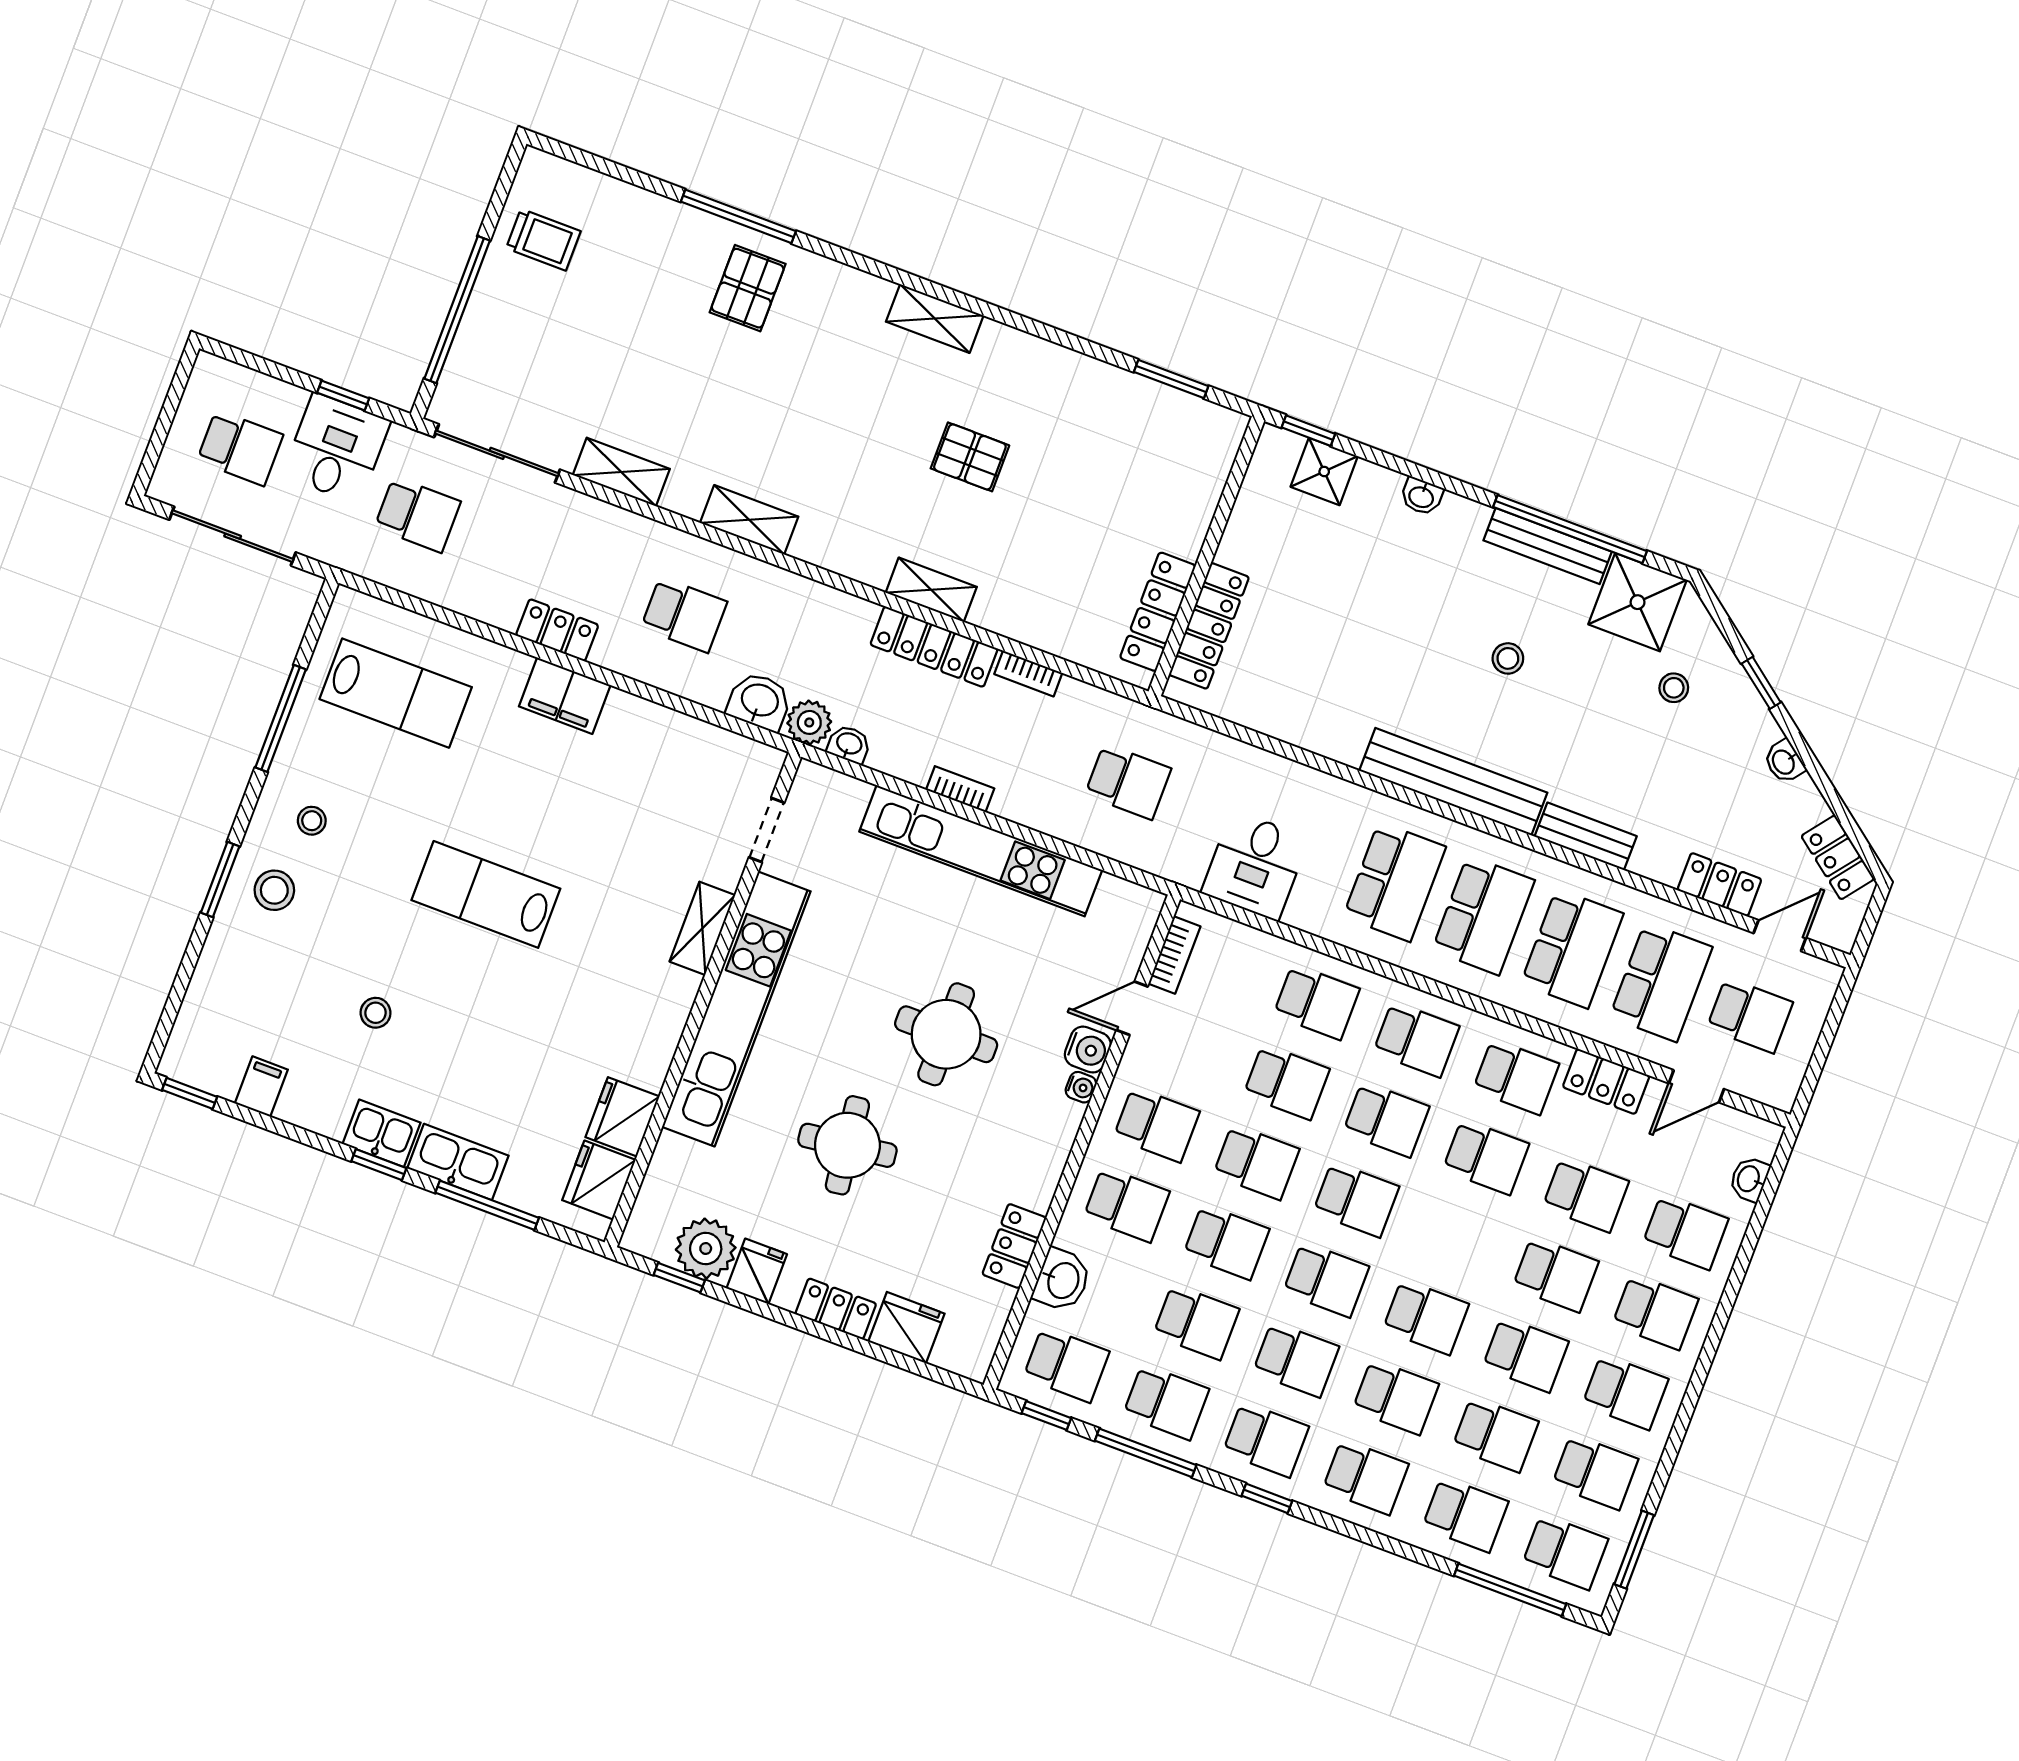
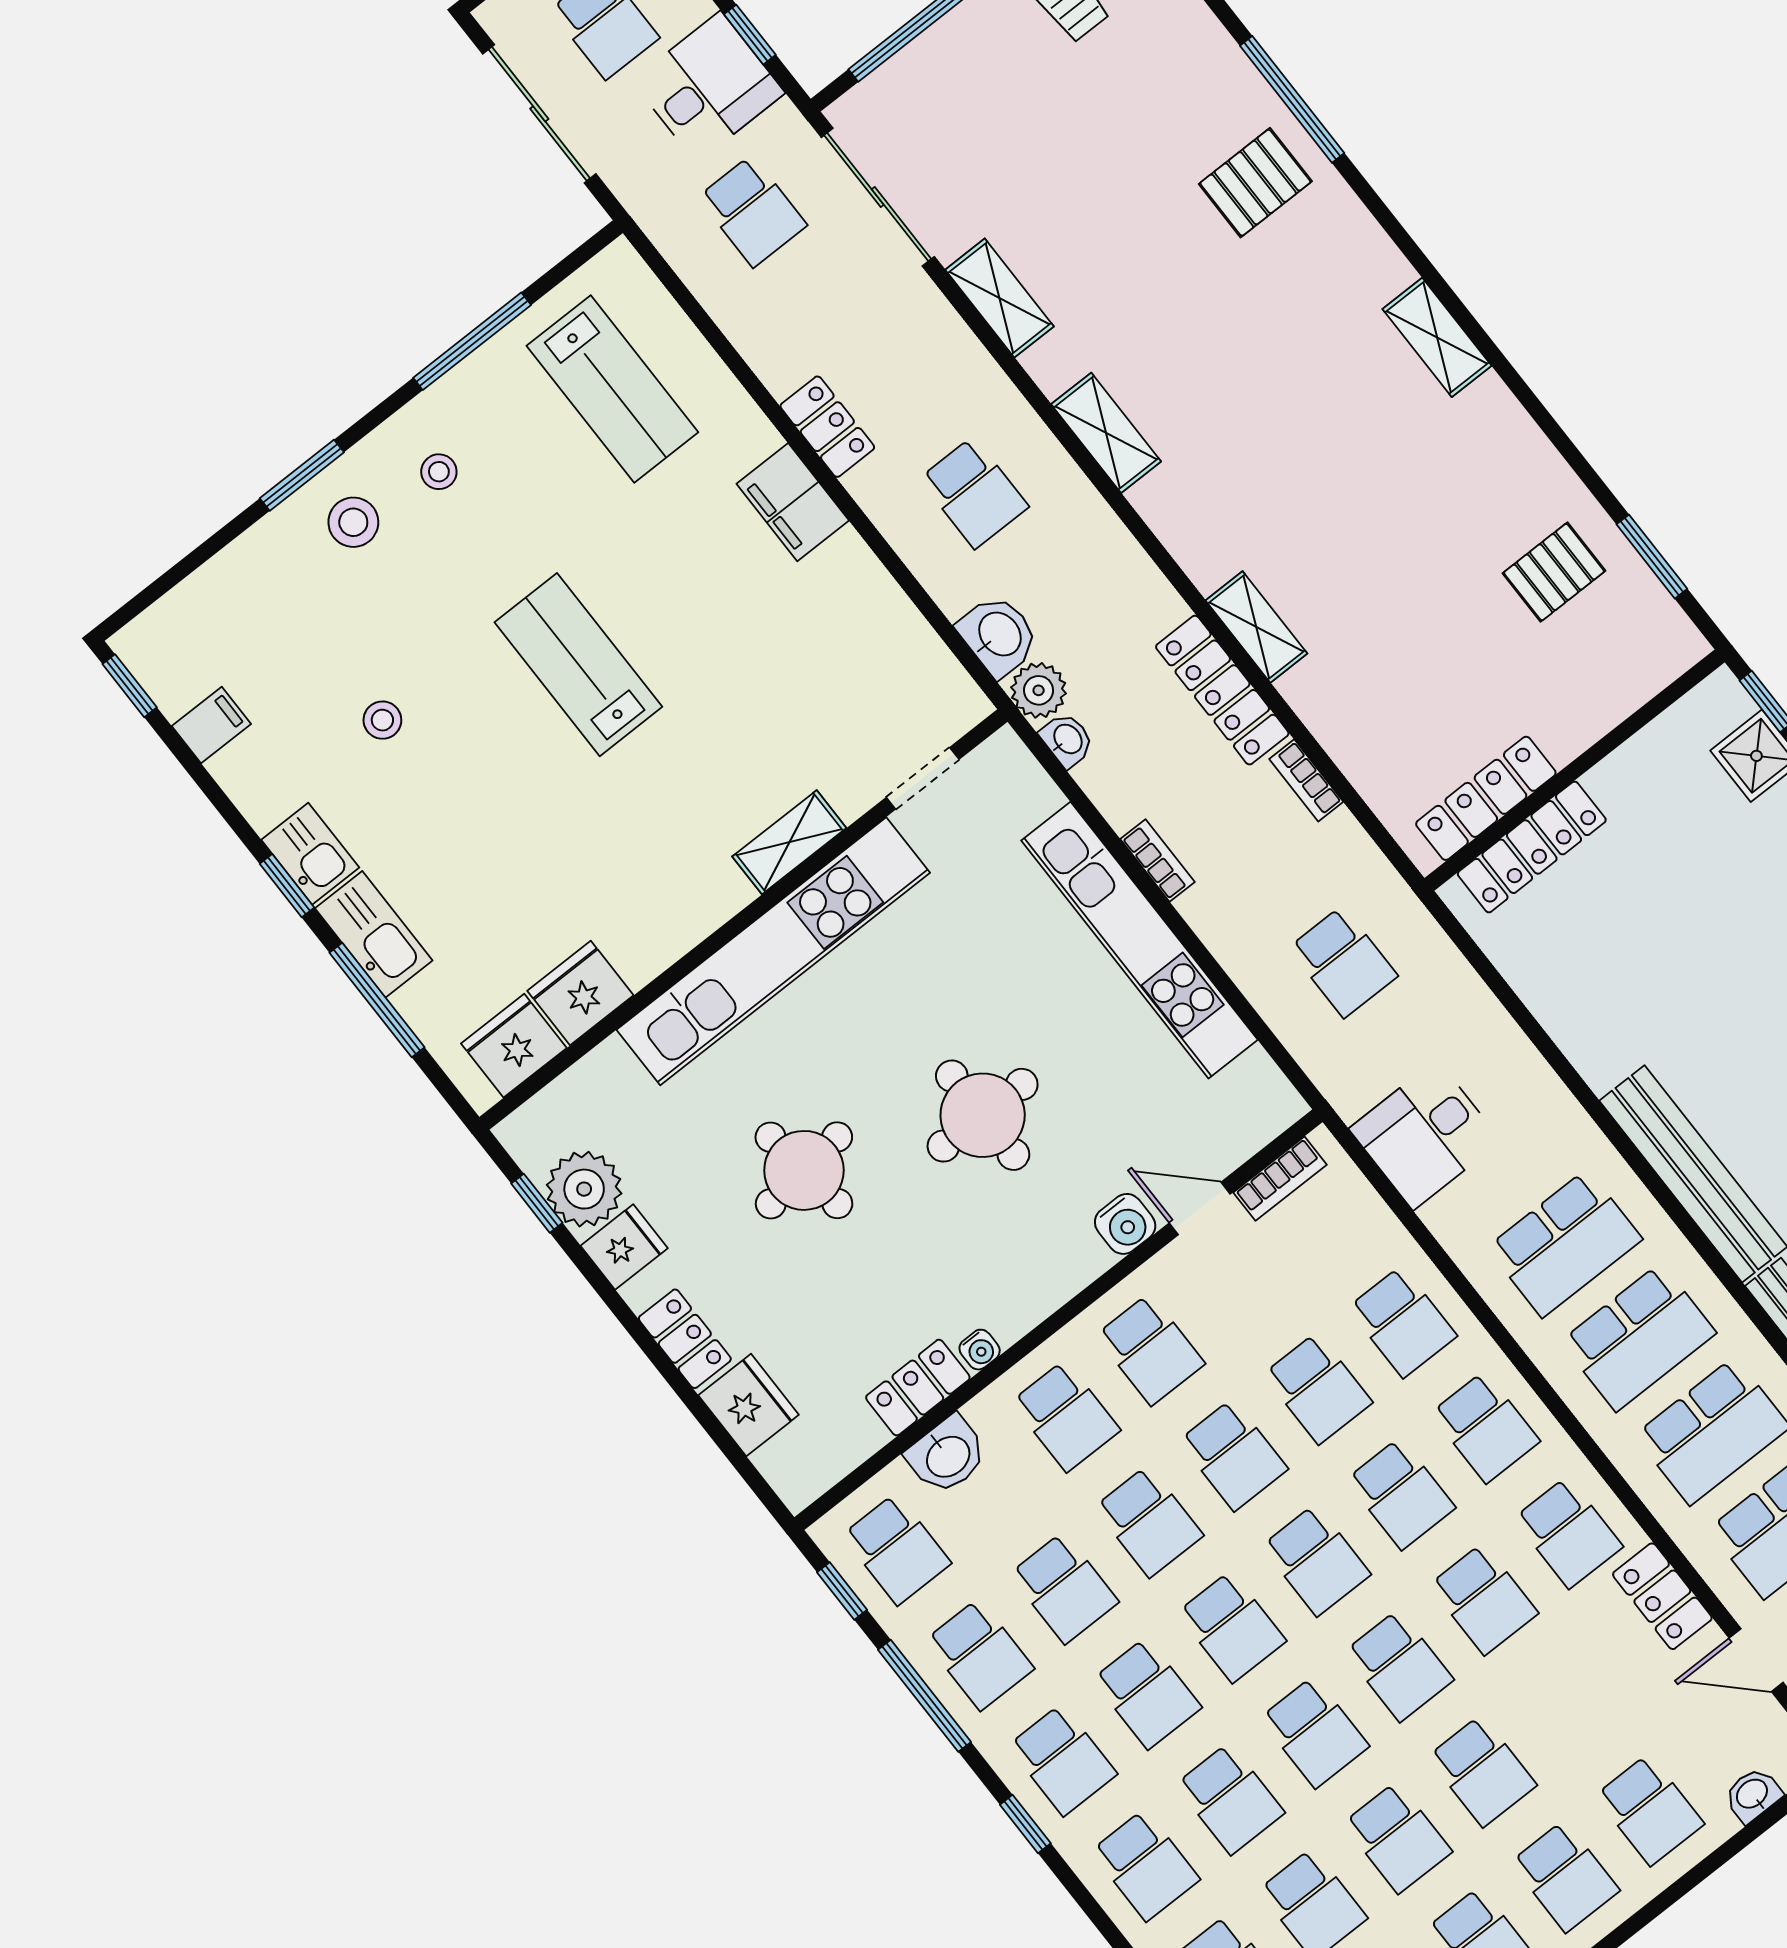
pallet: (970, 457) -> (1554, 572), moved, turned 90
water cooler: (1081, 1087) -> (980, 1350), moved
school desk: (1586, 1194) -> (1399, 1666), moved

